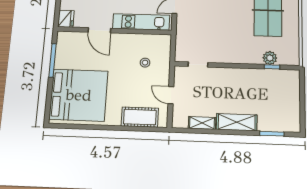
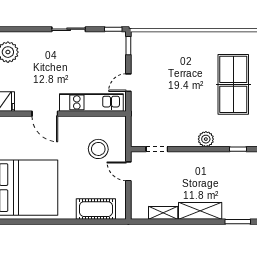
plant: (270, 58) -> (206, 139), moved
stool: (145, 63) -> (98, 149), width x1.89, depth x1.89
door: (171, 95) -> (128, 171), moved

